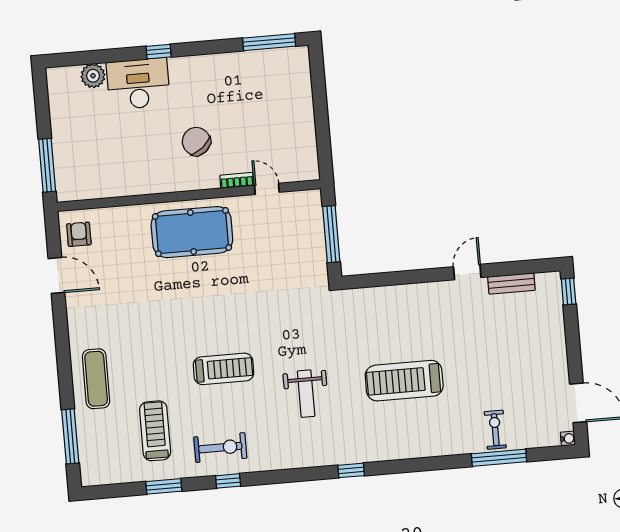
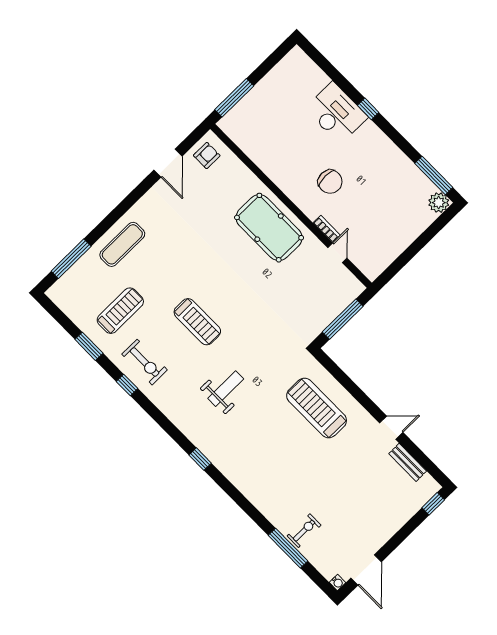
plant: (93, 76) -> (439, 203), moved
chair: (196, 141) -> (330, 182), turned 130
treadmill: (404, 381) -> (317, 408), moved
weight bench: (306, 394) -> (226, 389), turned 180

